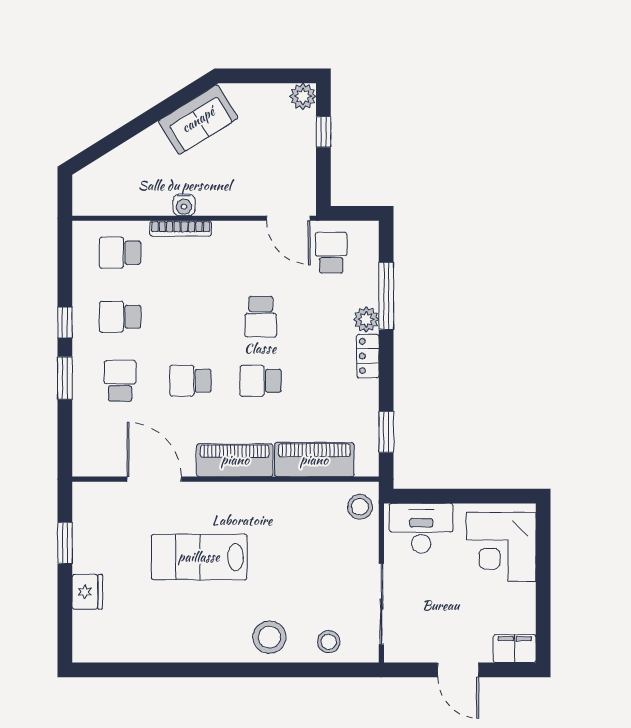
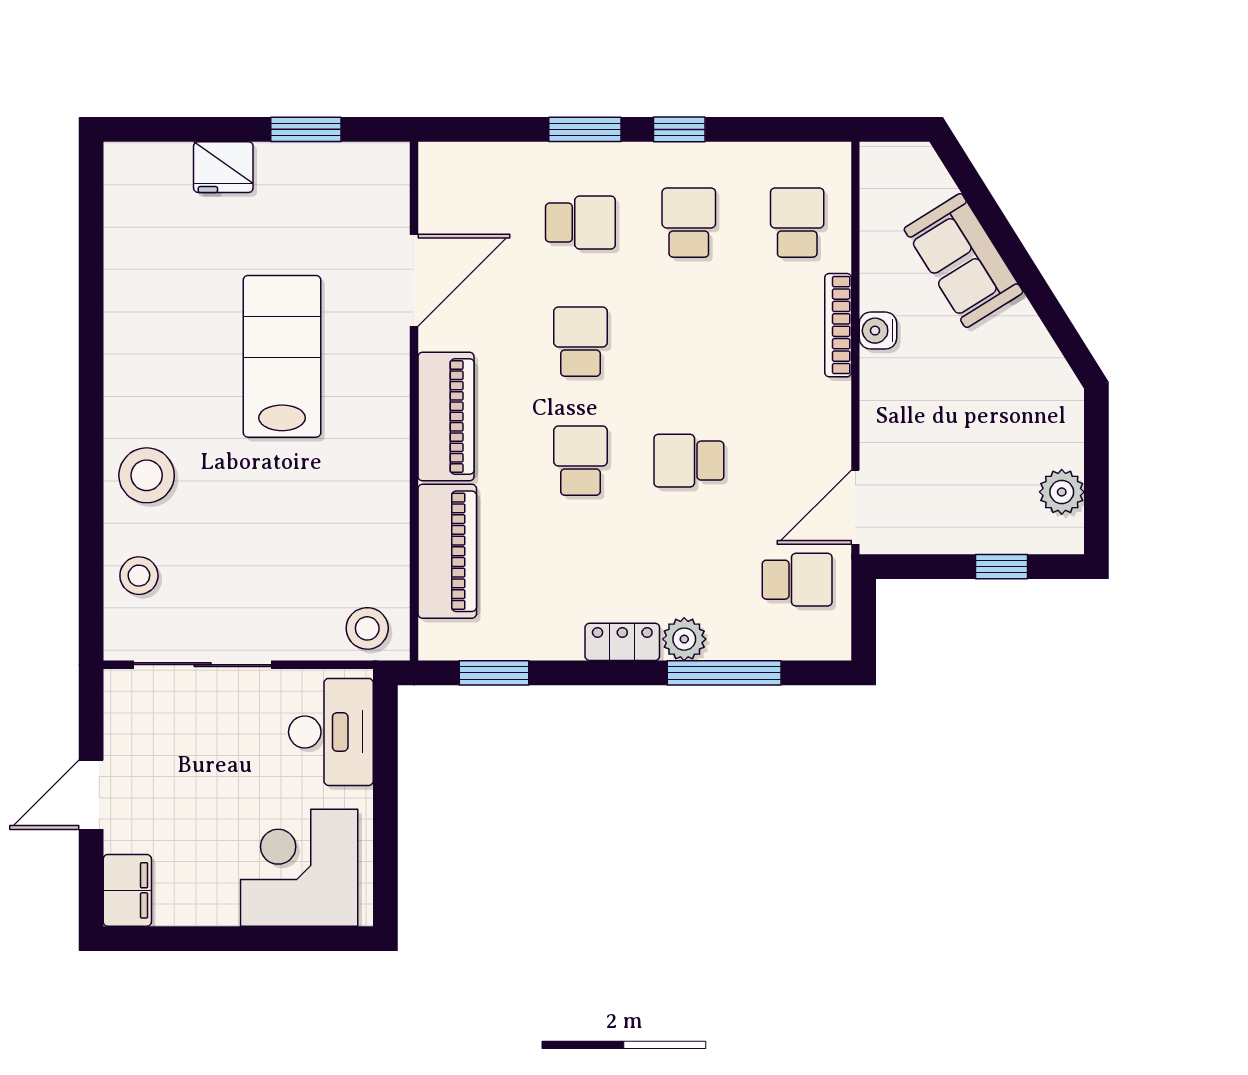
plant: (303, 96) -> (1062, 492), moved
sofa: (198, 120) -> (963, 260), moved

